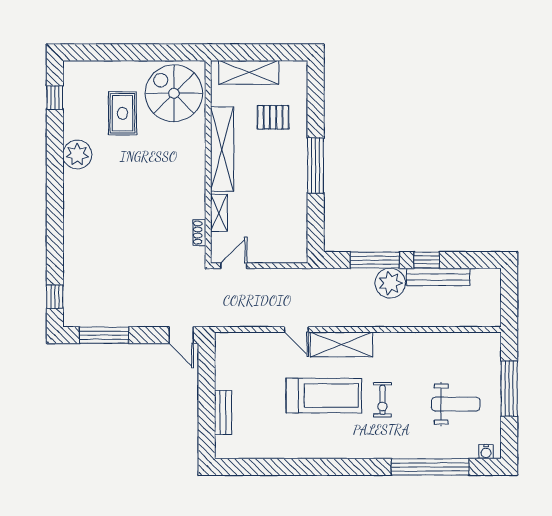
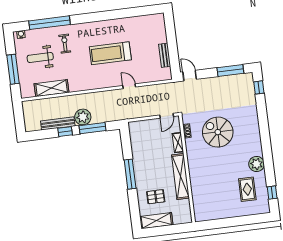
shelving: (249, 72) -> (156, 221), moved
spiral stairs: (174, 93) -> (218, 132), moved, turned 180
rug: (122, 113) -> (247, 189), moved
shelving: (342, 344) -> (52, 88), moved
exercise bike: (382, 400) -> (65, 44), moved
bench: (223, 413) -> (165, 55), moved

